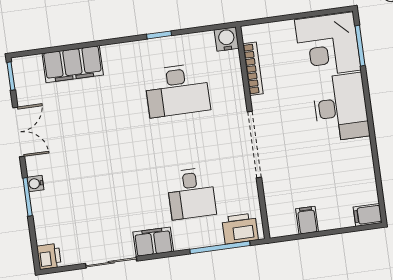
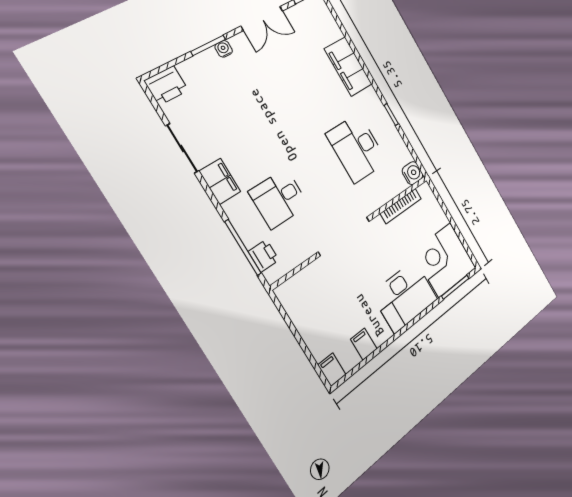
filing cabinet: (73, 64) -> (348, 67), moved
filing cabinet: (307, 220) -> (364, 344), moved, turned -90
printer: (240, 229) -> (264, 256), width x0.73, depth x0.81
printer: (49, 256) -> (166, 86), width x1.36, depth x1.24

